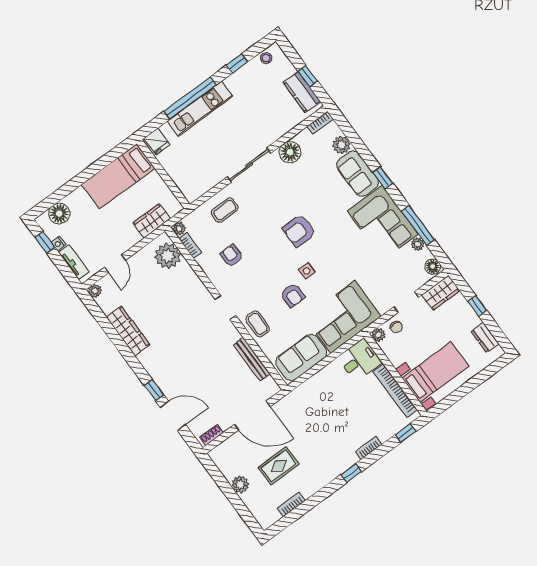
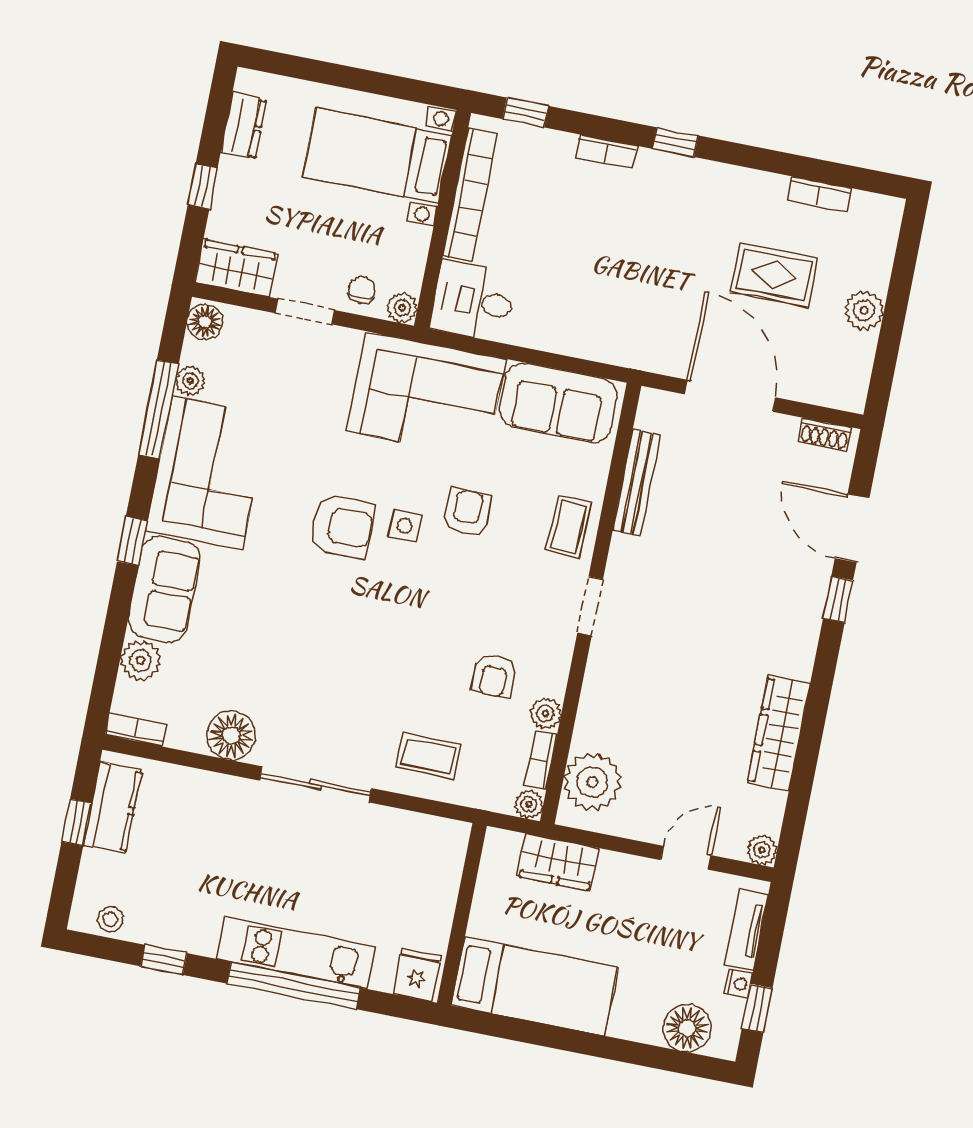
armchair: (299, 231) -> (342, 526), moved
plant: (204, 261) -> (546, 713), added

